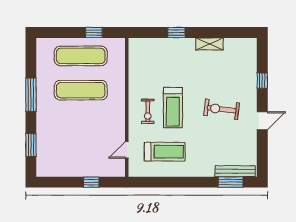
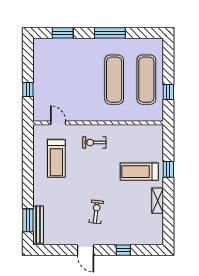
treadmill: (173, 108) -> (139, 172), moved
exercise bike: (222, 109) -> (96, 212), width x0.73, depth x0.72

